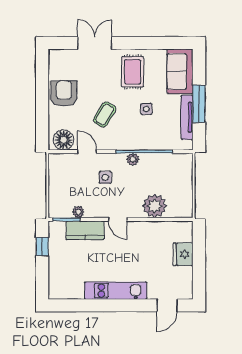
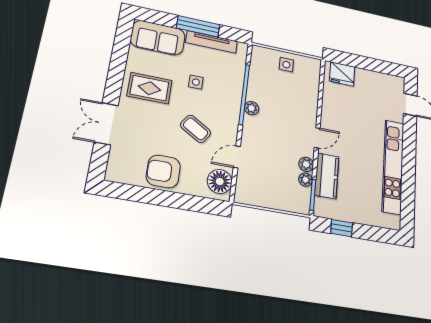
side table: (105, 177) -> (286, 65), moved
plant: (155, 206) -> (306, 164), moved, width x0.53, depth x0.53
fridge: (183, 254) -> (342, 74), moved
kitchen unit: (116, 291) -> (393, 167), width x1.36

